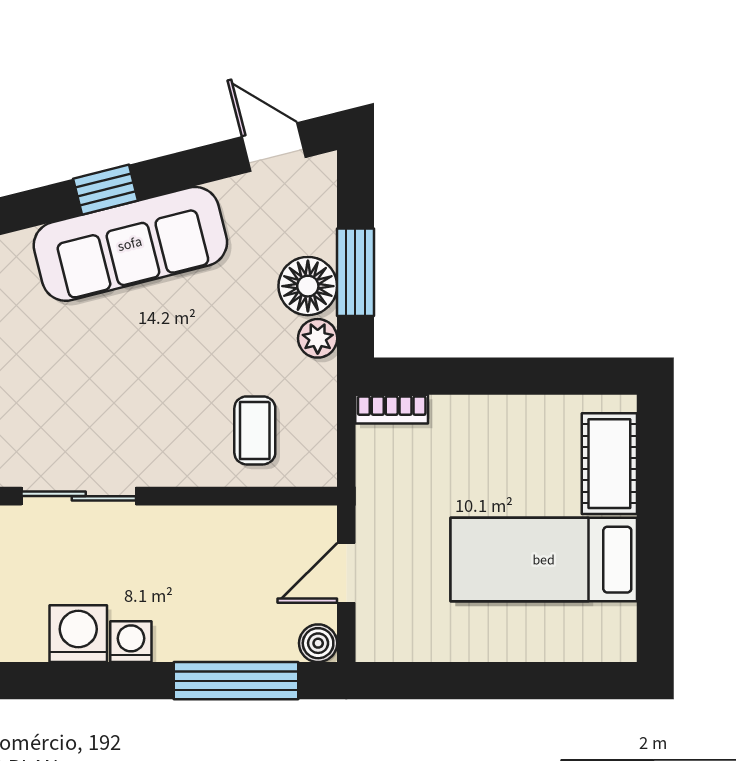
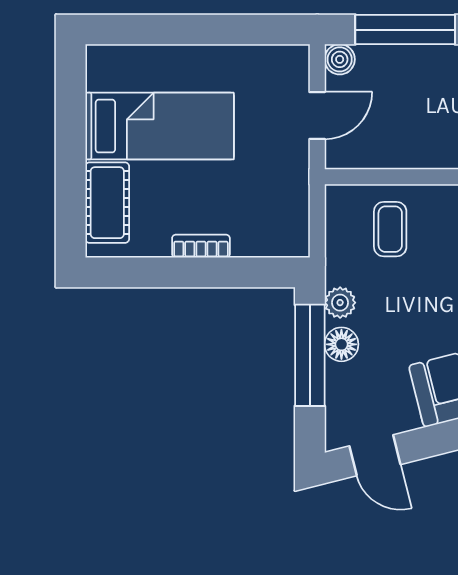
window: (355, 272) -> (310, 355), width x1.44
floor lamp: (308, 286) -> (341, 344), width x0.73, depth x0.73
bookcase: (392, 409) -> (201, 246), moved

